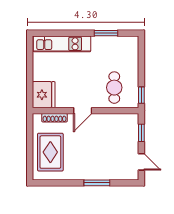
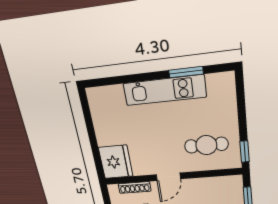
kitchen unit: (62, 44) -> (165, 90), moved
cafe table: (114, 88) -> (206, 145), turned 90

